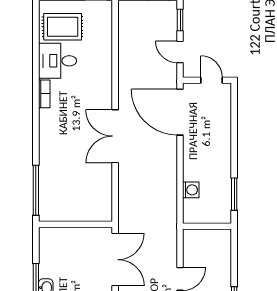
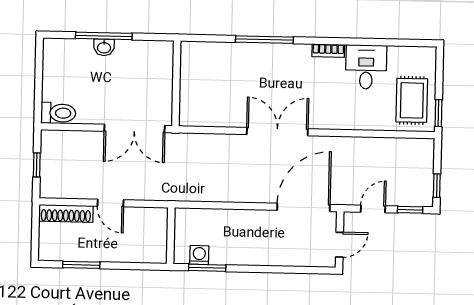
rug: (63, 27) -> (412, 100), moved
window: (36, 190) -> (264, 40), moved
washing machine: (191, 190) -> (199, 255), moved, turned 180

